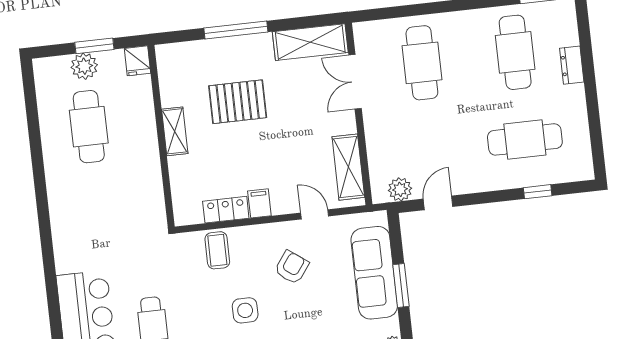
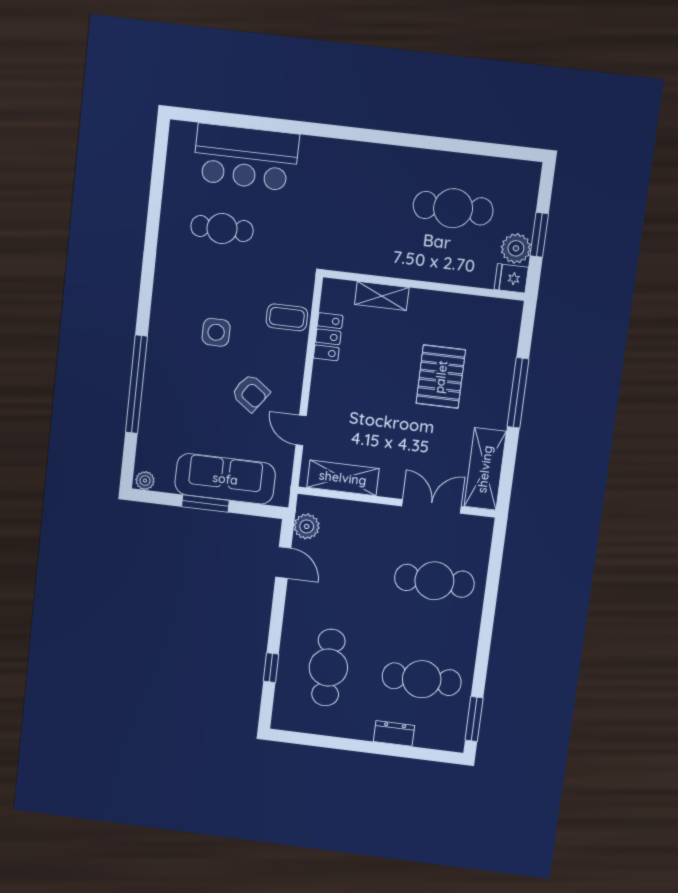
plant: (84, 66) -> (516, 248), moved
shelving: (175, 131) -> (382, 296), moved
filing cabinet: (259, 203) -> (327, 375), removed
door: (315, 214) -> (301, 430), swing flipped

